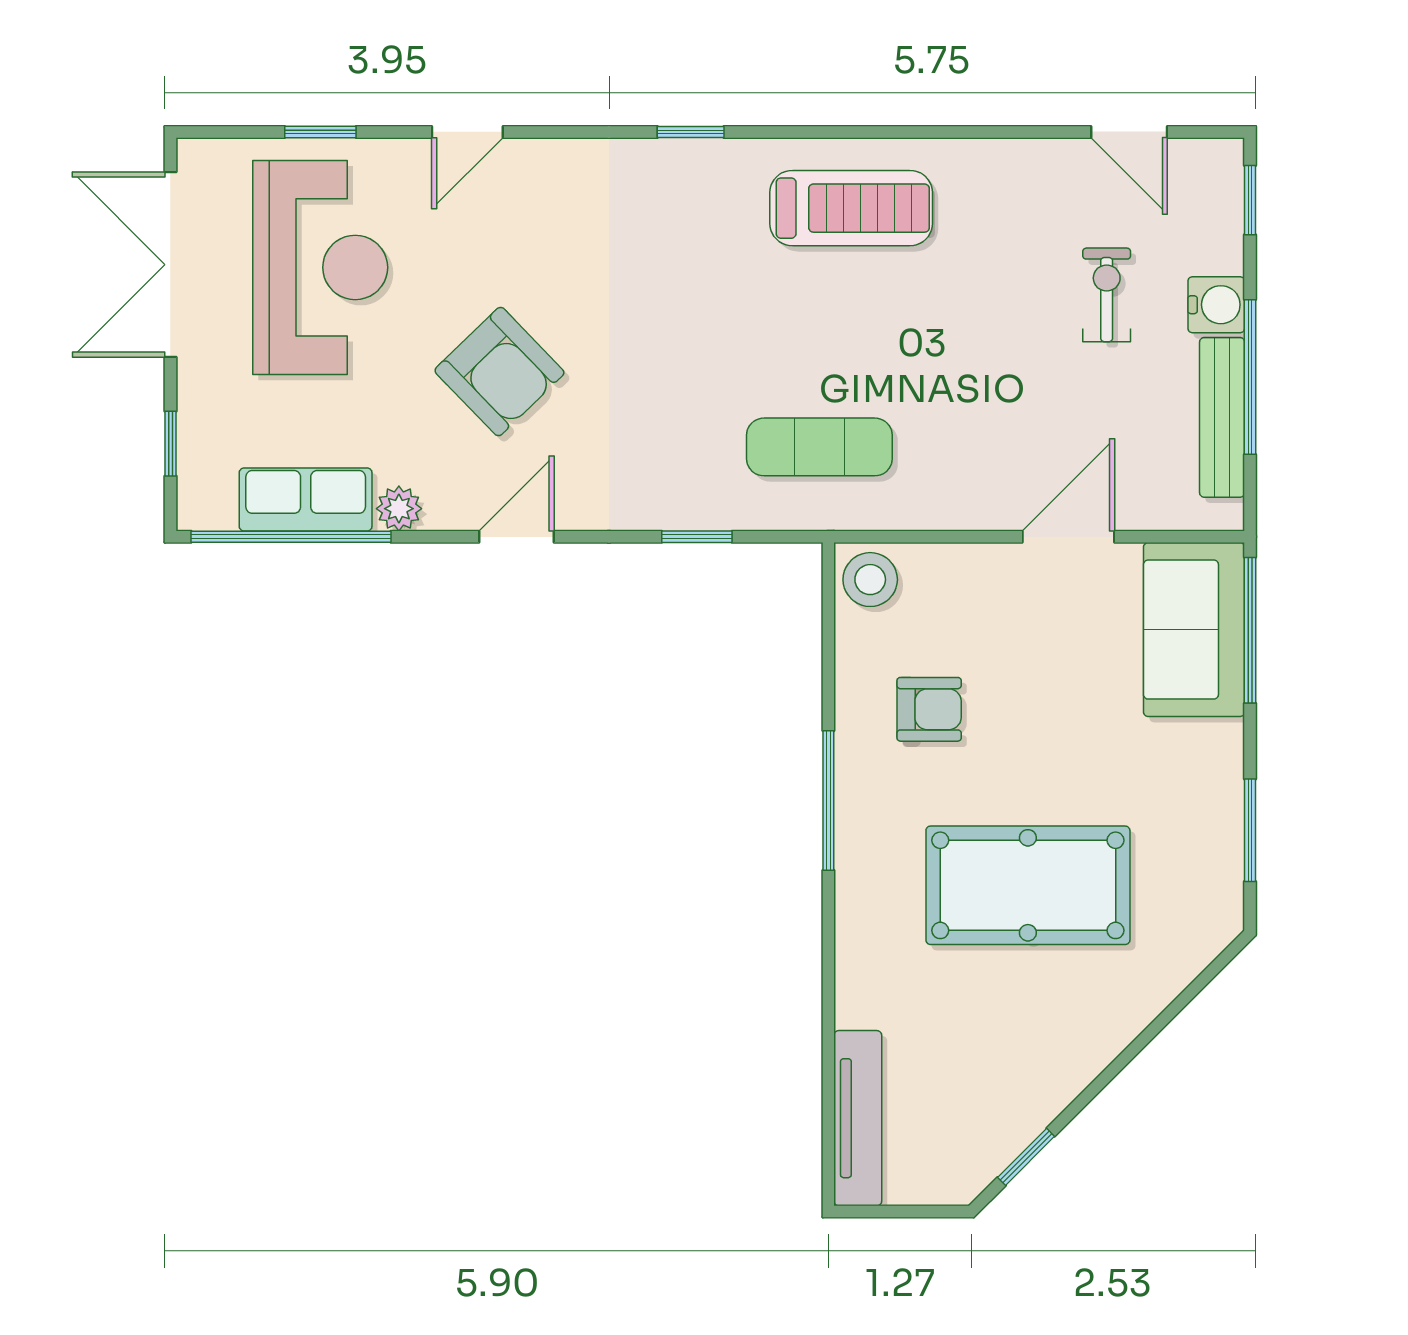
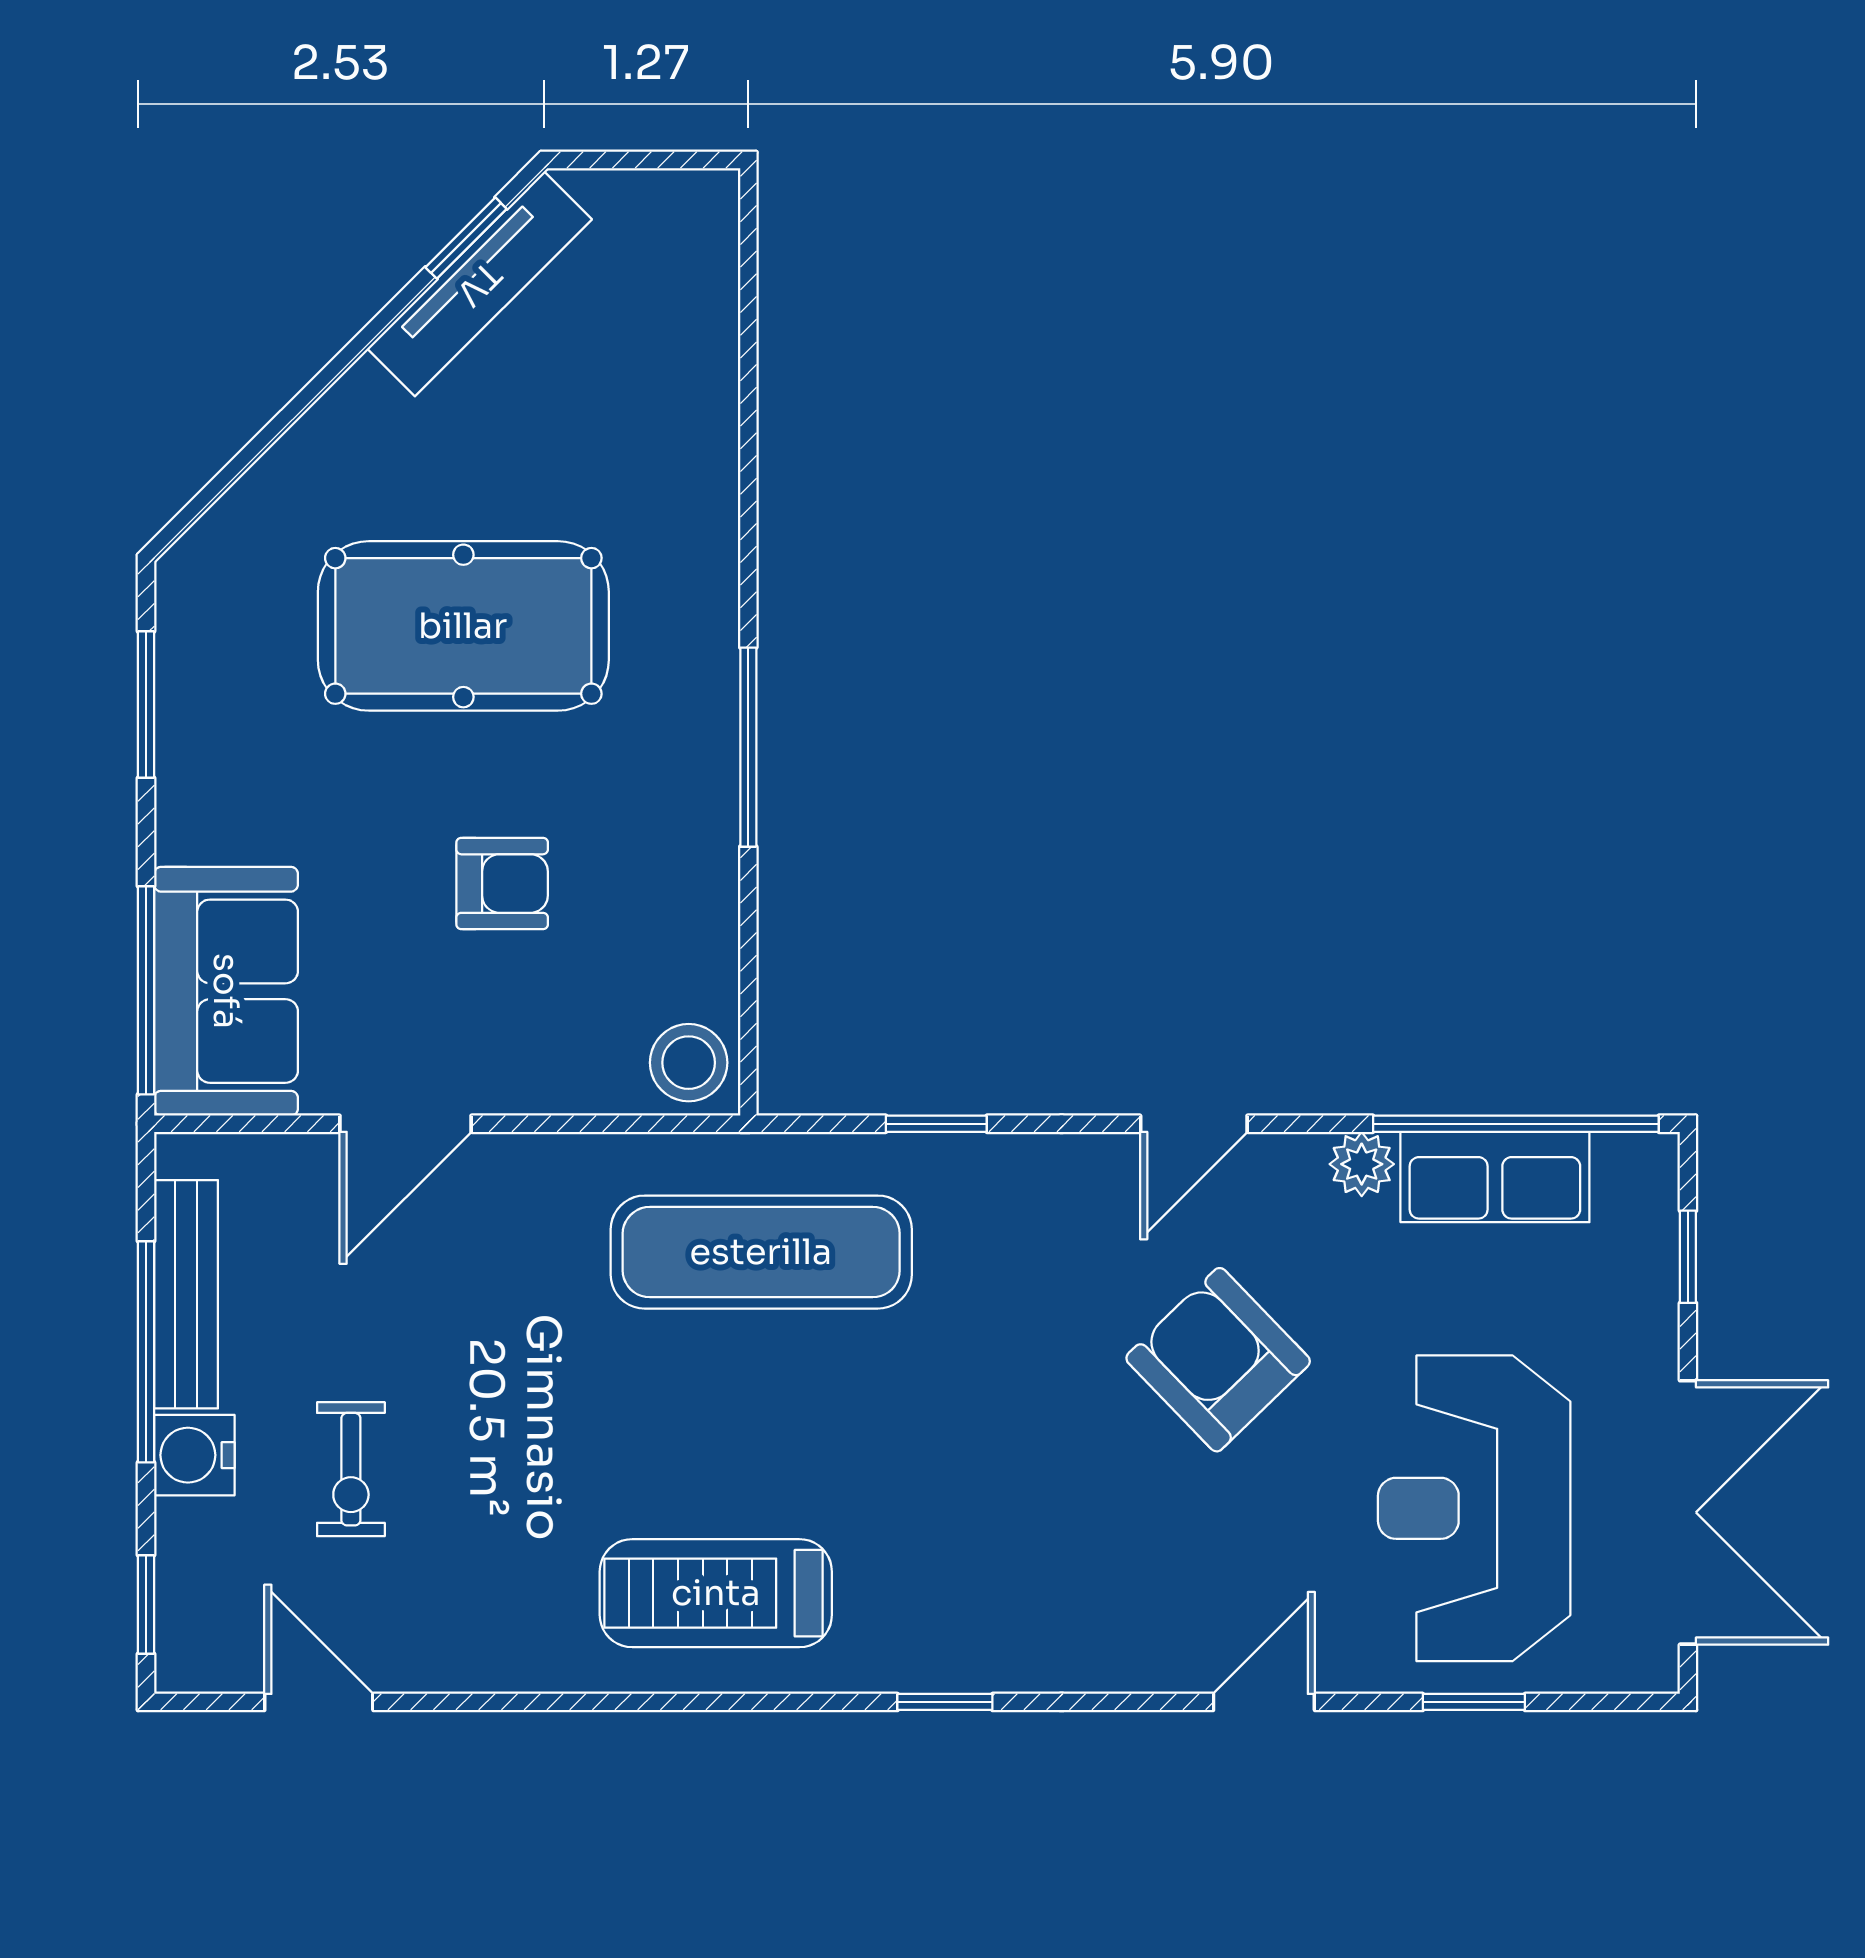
exercise mat: (819, 447) -> (761, 1252), width x1.36, depth x1.45
armchair: (929, 709) -> (502, 884), moved, turned 180
tv unit: (858, 1118) -> (479, 284), moved, turned -135

